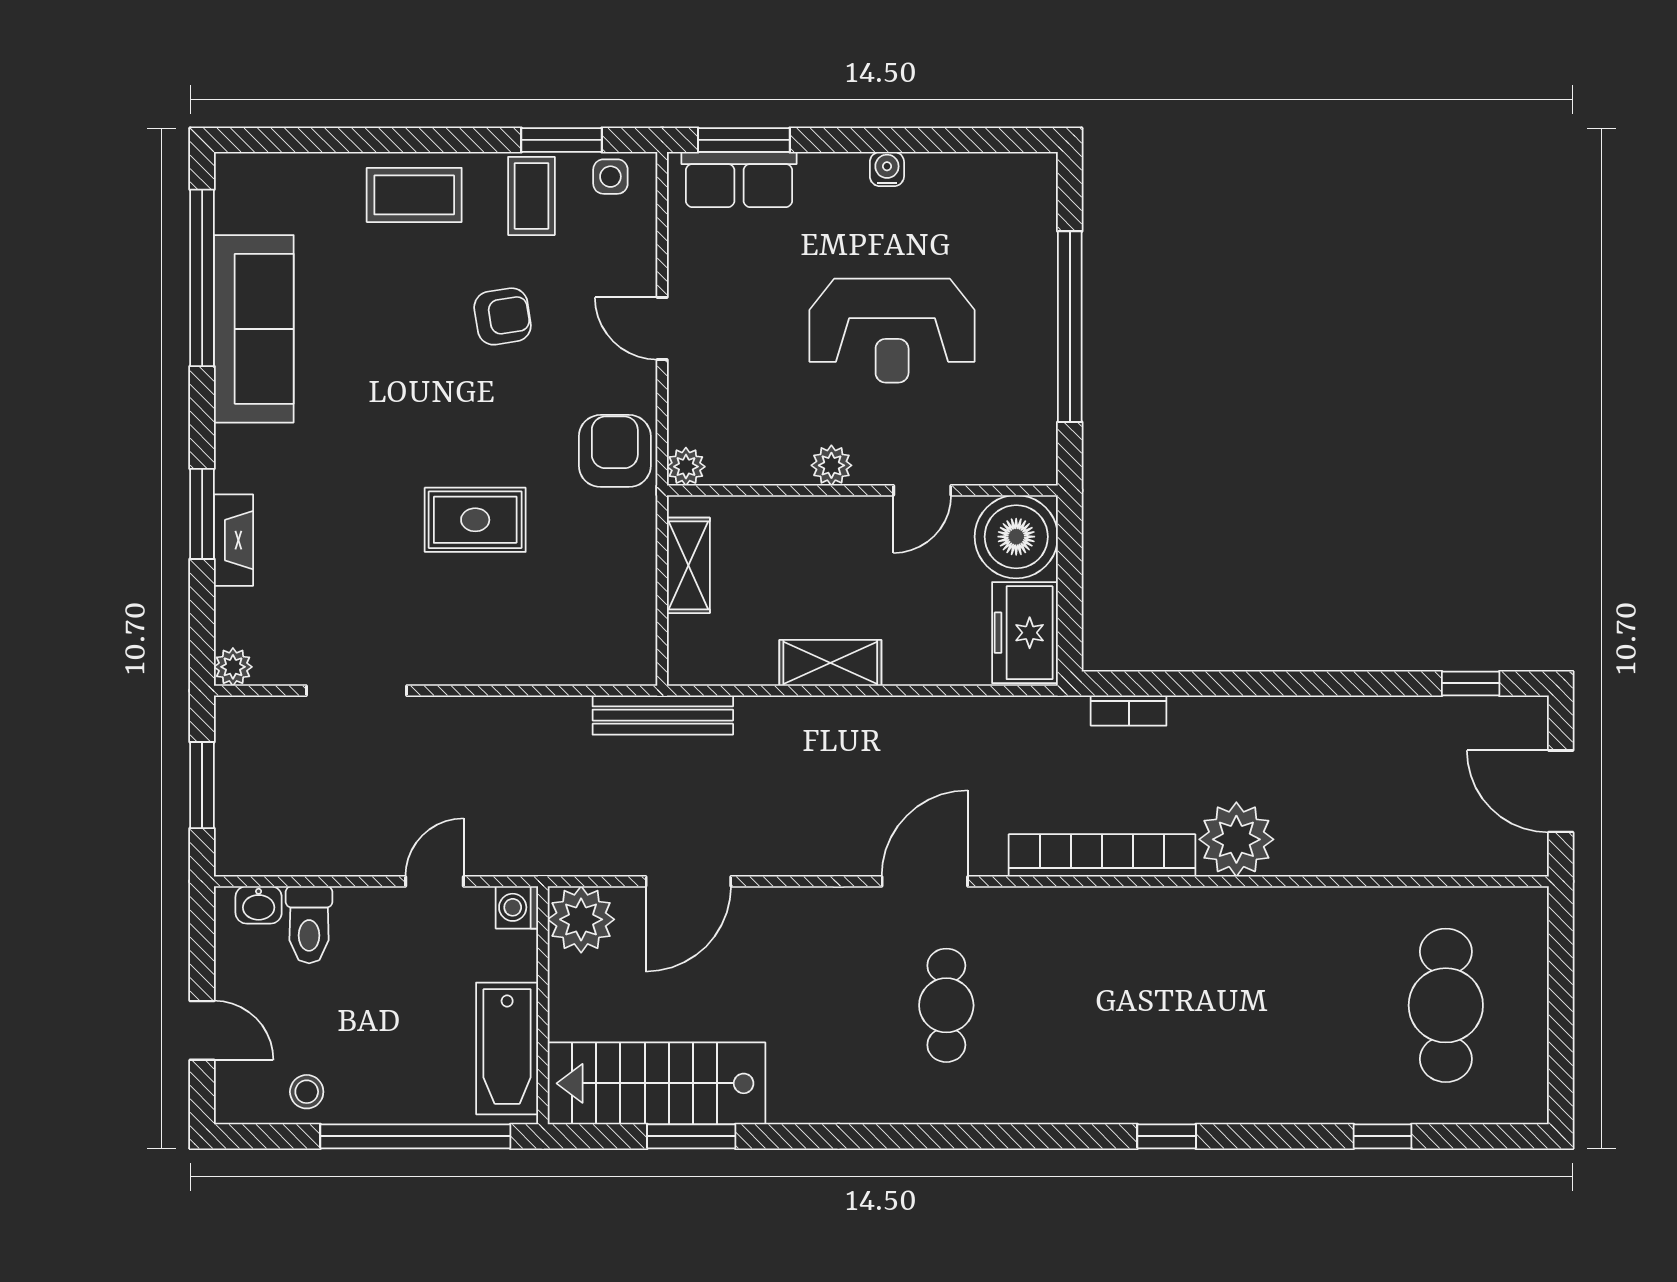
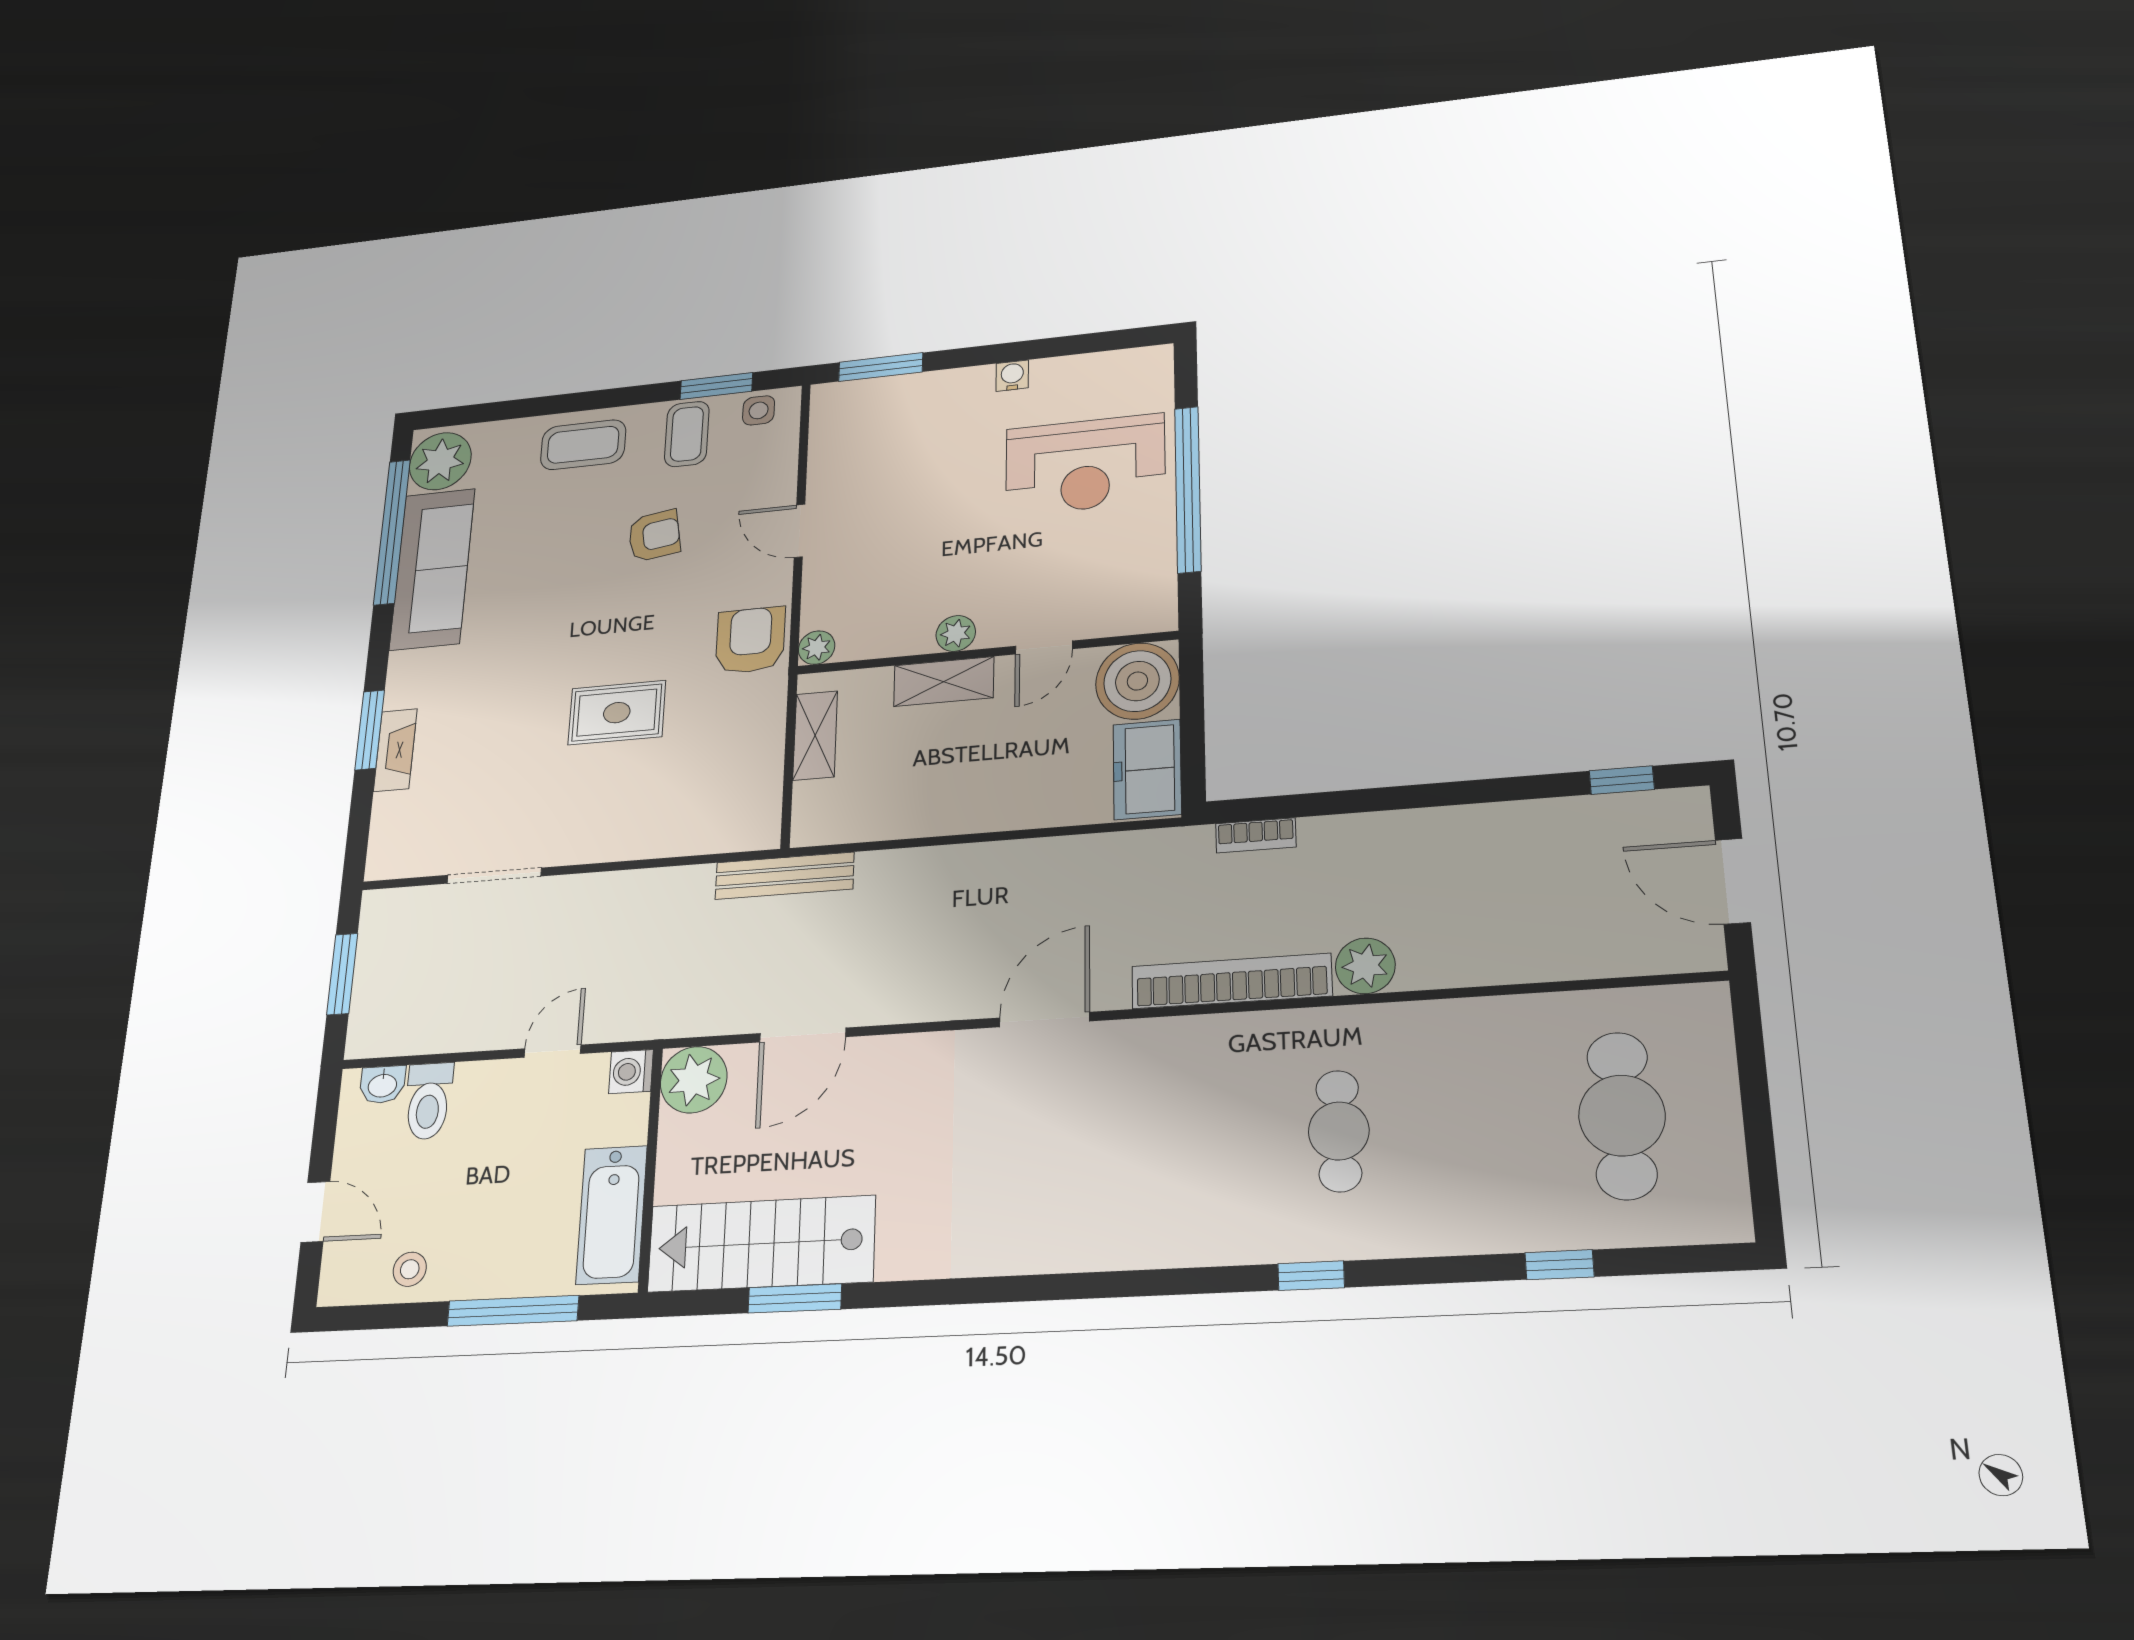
row of seats: (739, 180) -> (875, 400), removed
reception desk: (892, 331) -> (1085, 465), moved
shelving: (830, 663) -> (944, 682), moved
plant: (233, 667) -> (440, 461), moved, width x1.88, depth x1.88
plant: (1236, 839) -> (1365, 966), width x0.73, depth x0.73
cafe table: (946, 1005) -> (1339, 1131), moved
window: (415, 1136) -> (513, 1311), width x0.68

